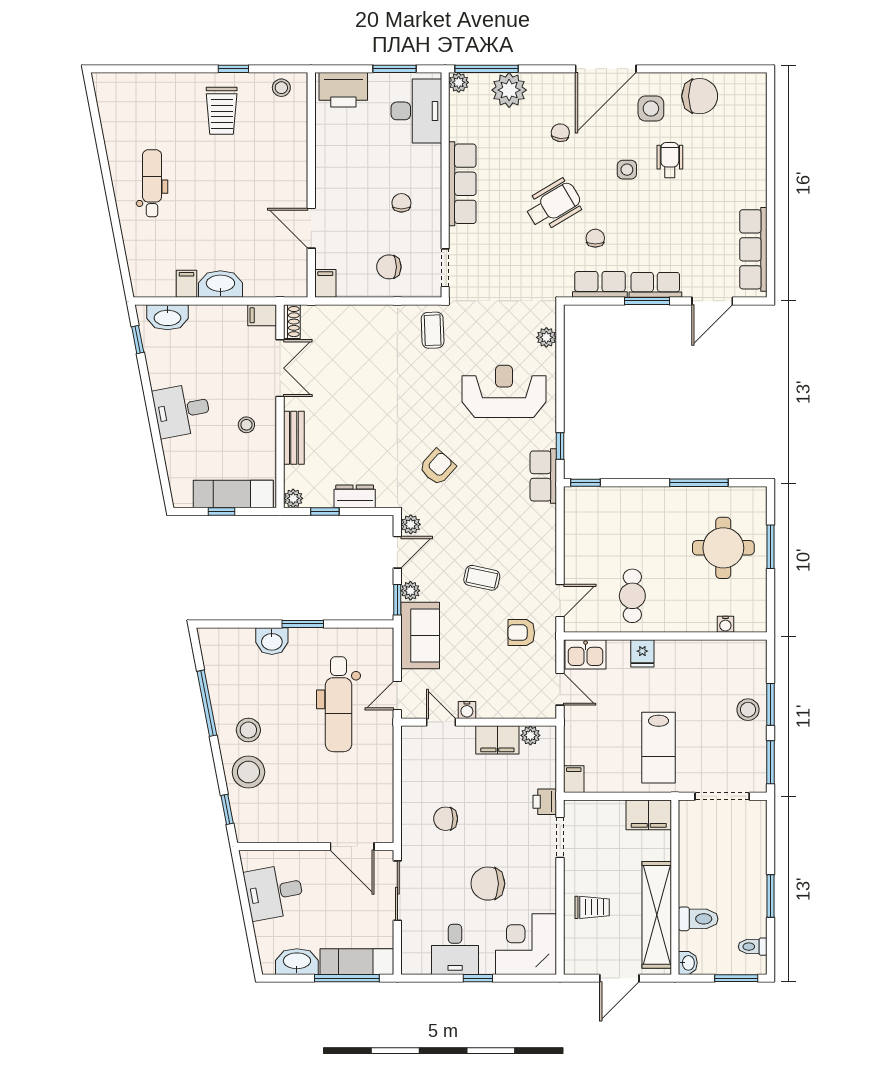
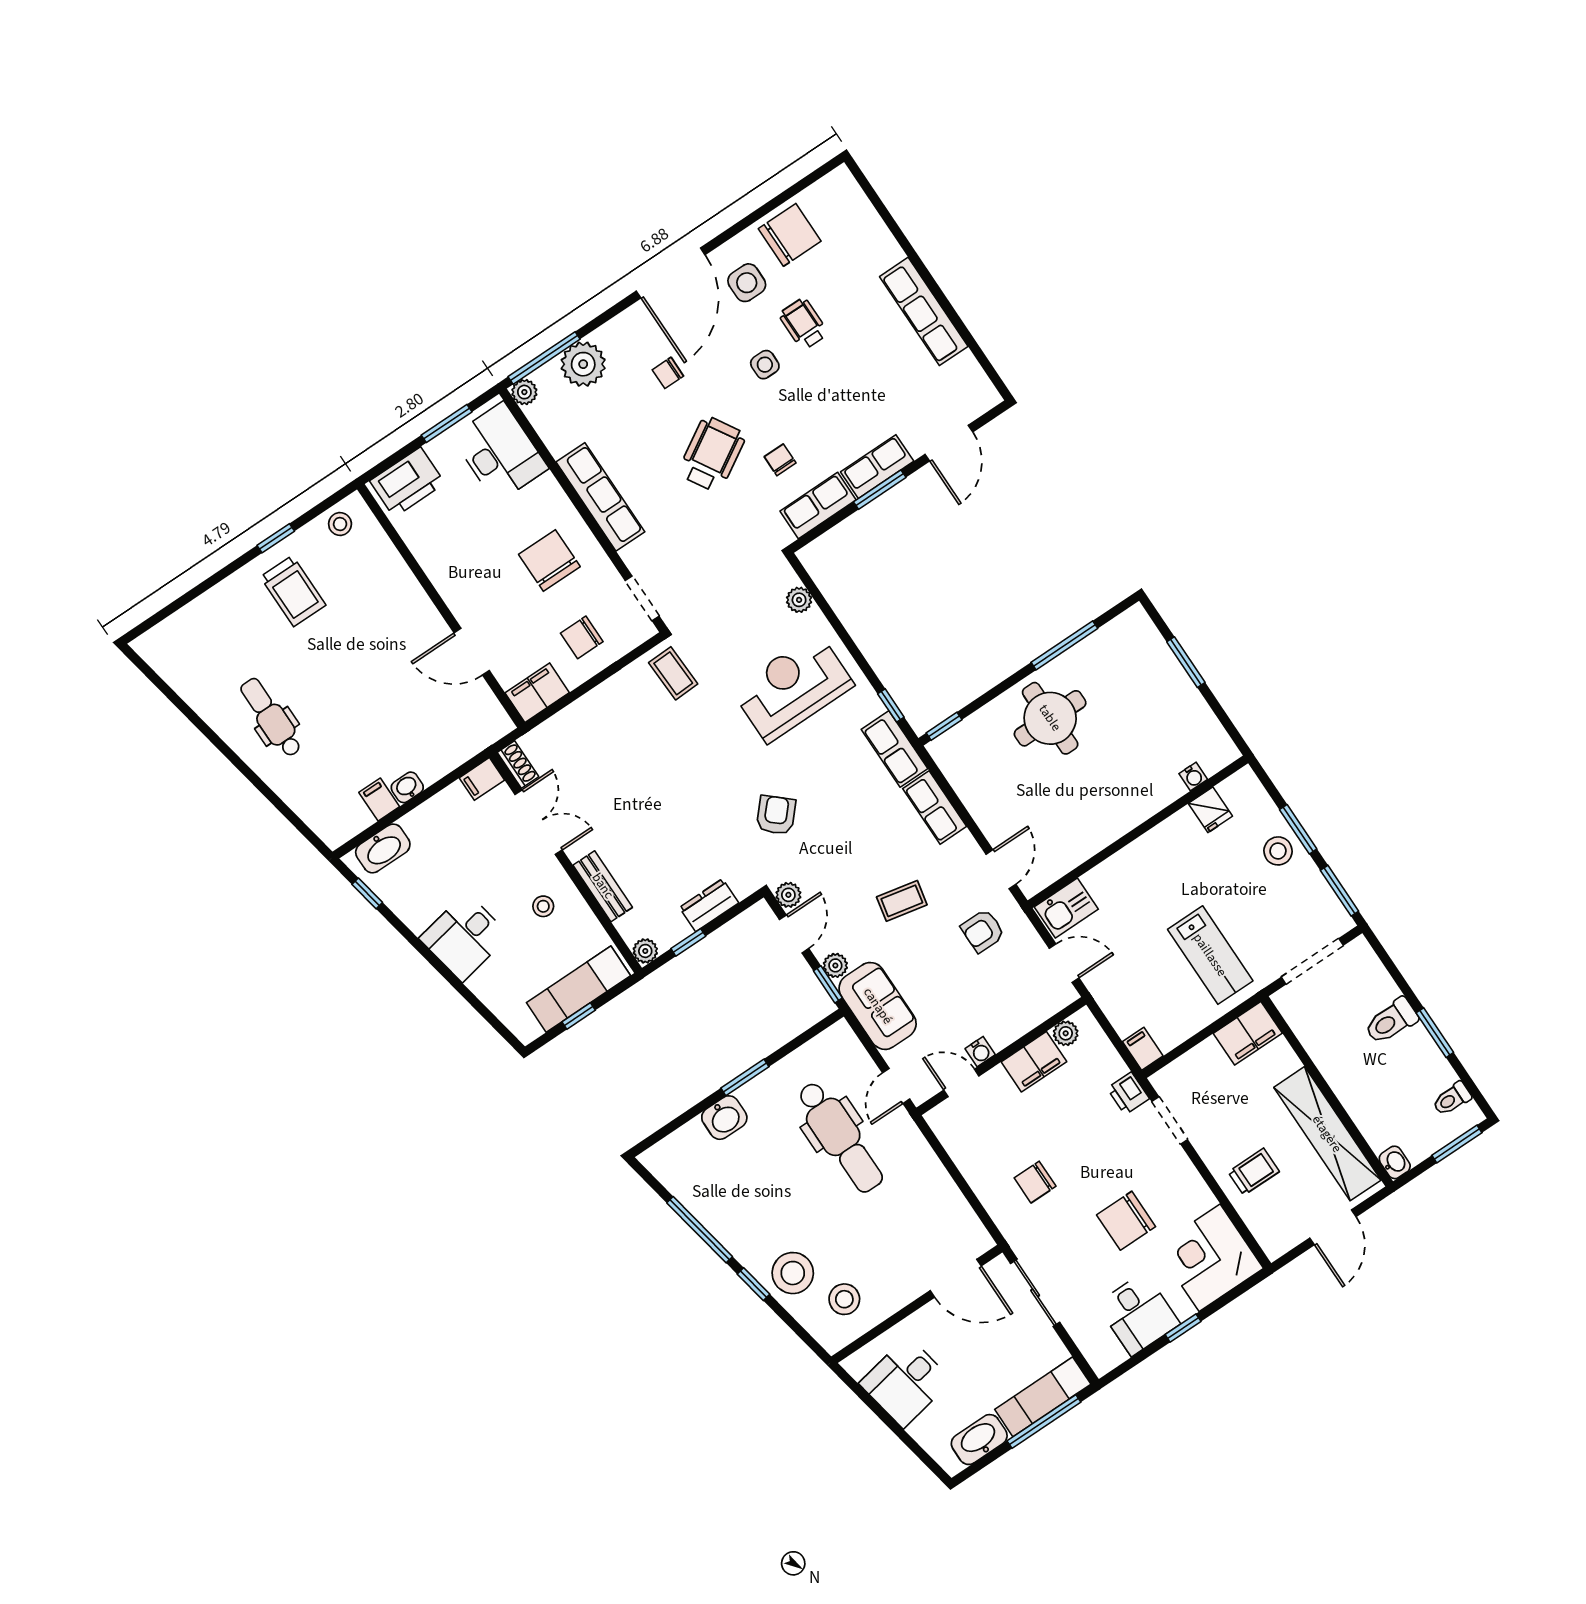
chair: (560, 133) -> (668, 373), turned -96
chair: (401, 203) -> (549, 560), width x1.87, depth x1.87
row of seats: (753, 249) -> (924, 311), moved
filing cabinet: (325, 283) -> (537, 693), width x2.00
washbasin: (220, 284) -> (407, 787), width x0.52, depth x0.69
row of seats: (544, 532) -> (935, 808), added
round table: (723, 548) -> (1050, 718), moved
cafe table: (632, 596) -> (1074, 813), removed
fridge: (642, 653) -> (1210, 810), moved
stool: (248, 730) -> (844, 1299), moved
window: (227, 809) -> (753, 1284), moved
toilet: (698, 919) -> (1391, 1021), moved, turned 180

